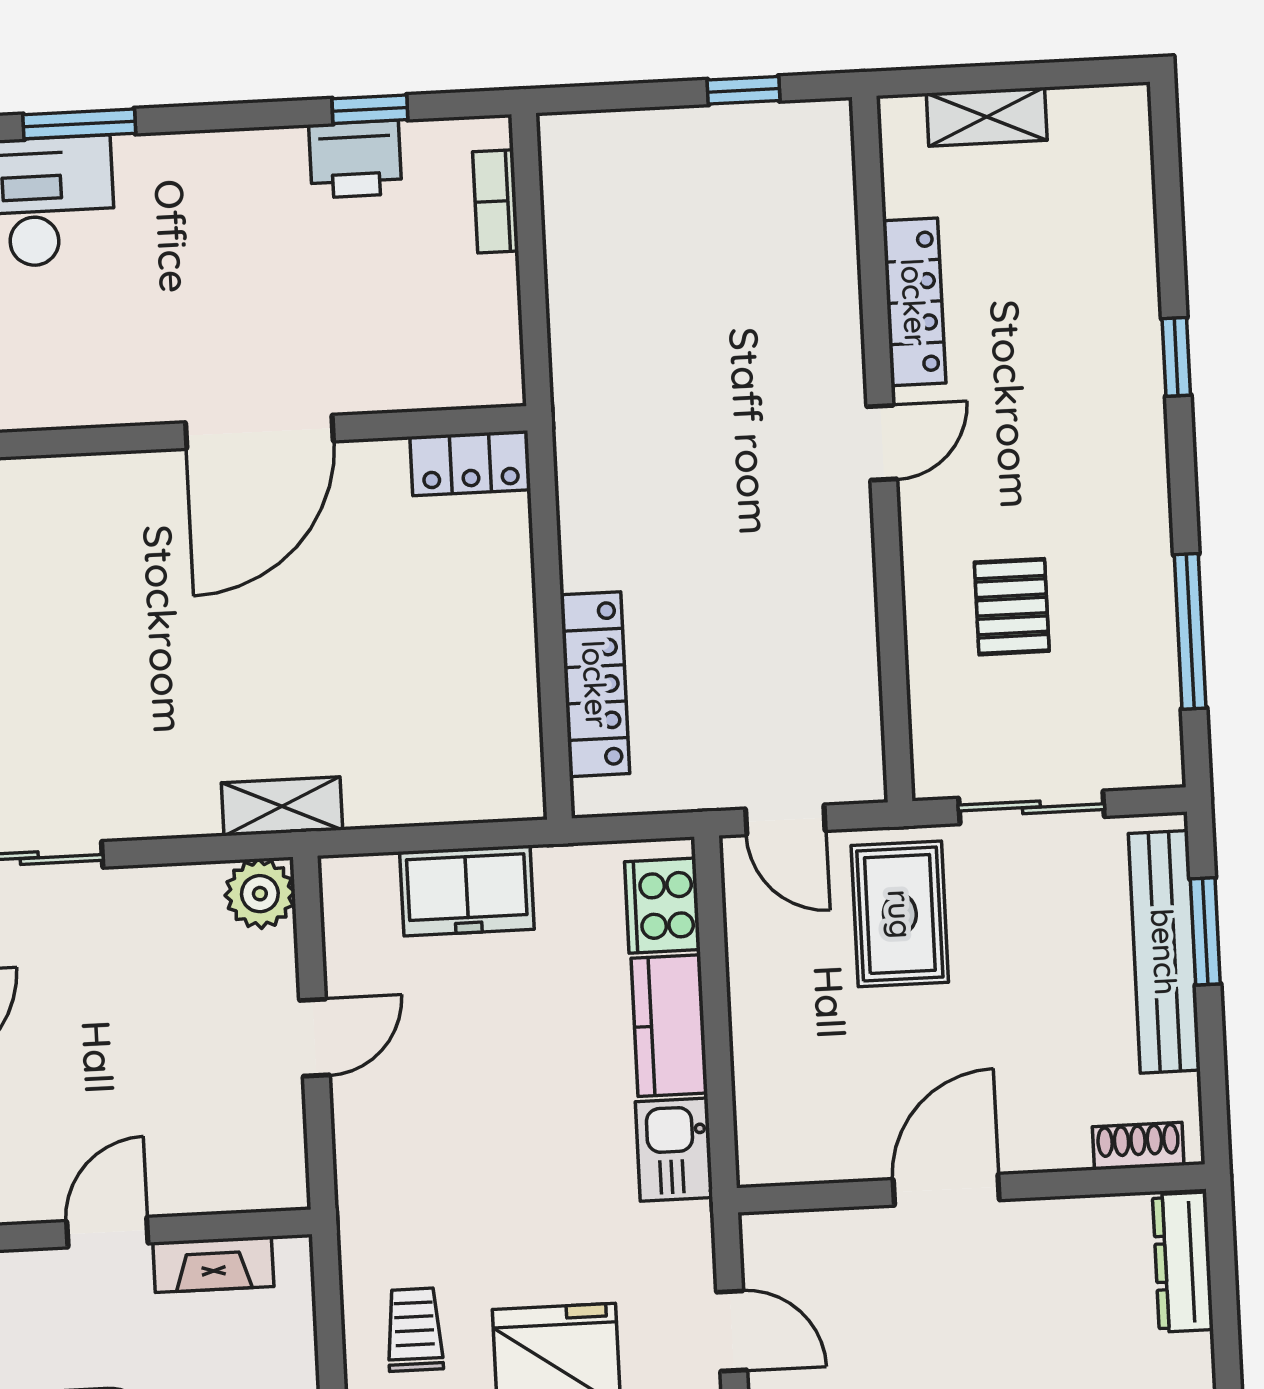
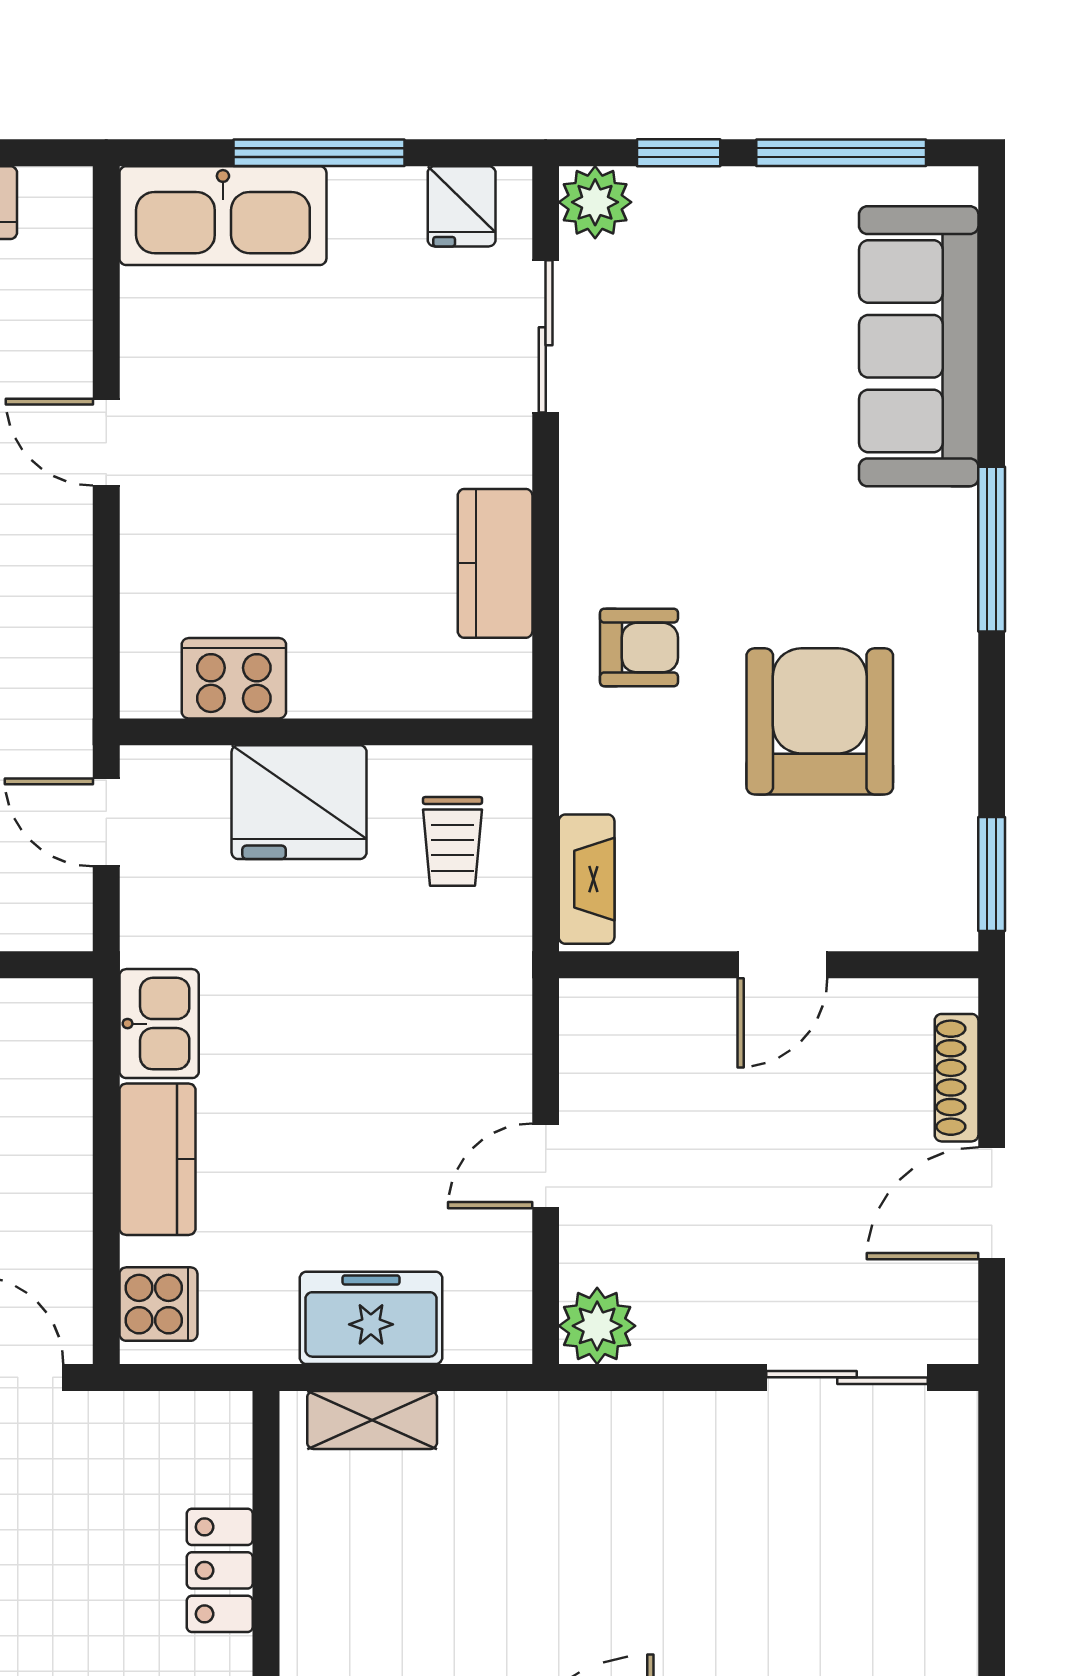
locker: (595, 684) -> (220, 1570), width x0.66
shelving: (282, 806) -> (372, 1420), moved
cooker: (662, 906) -> (158, 1304), width x0.73
fireplace: (213, 1264) -> (587, 879), moved, turned 90

